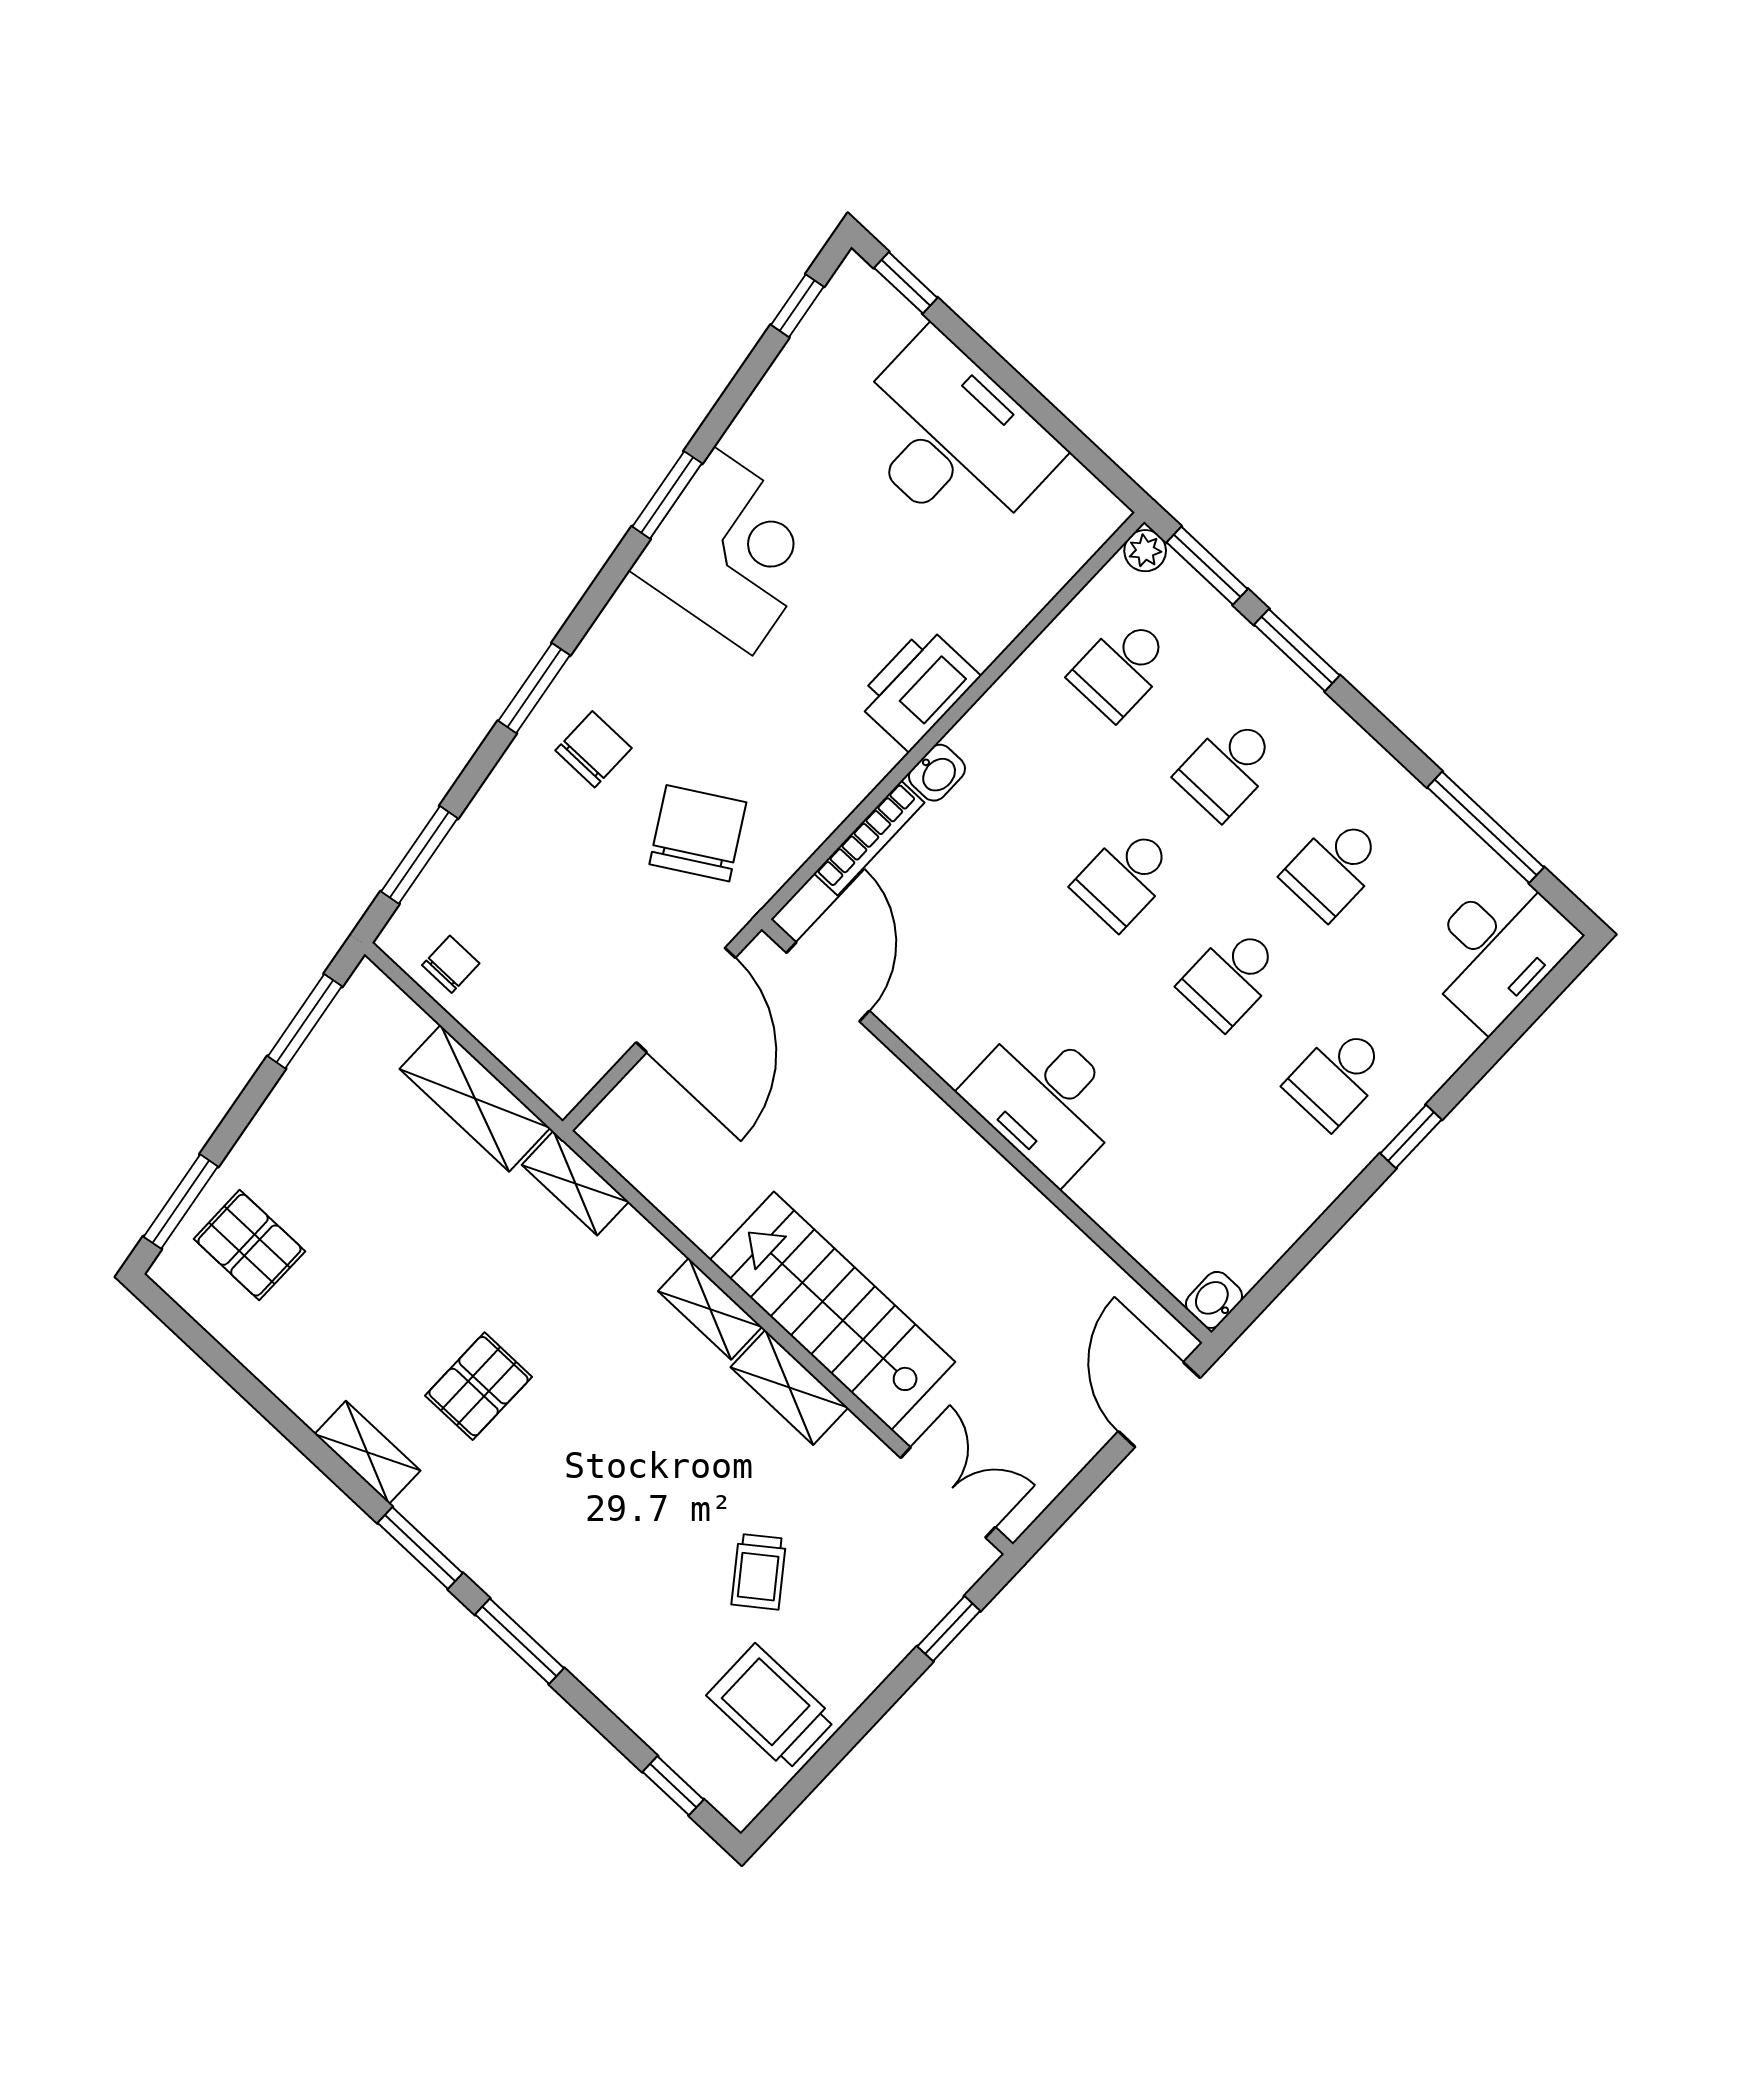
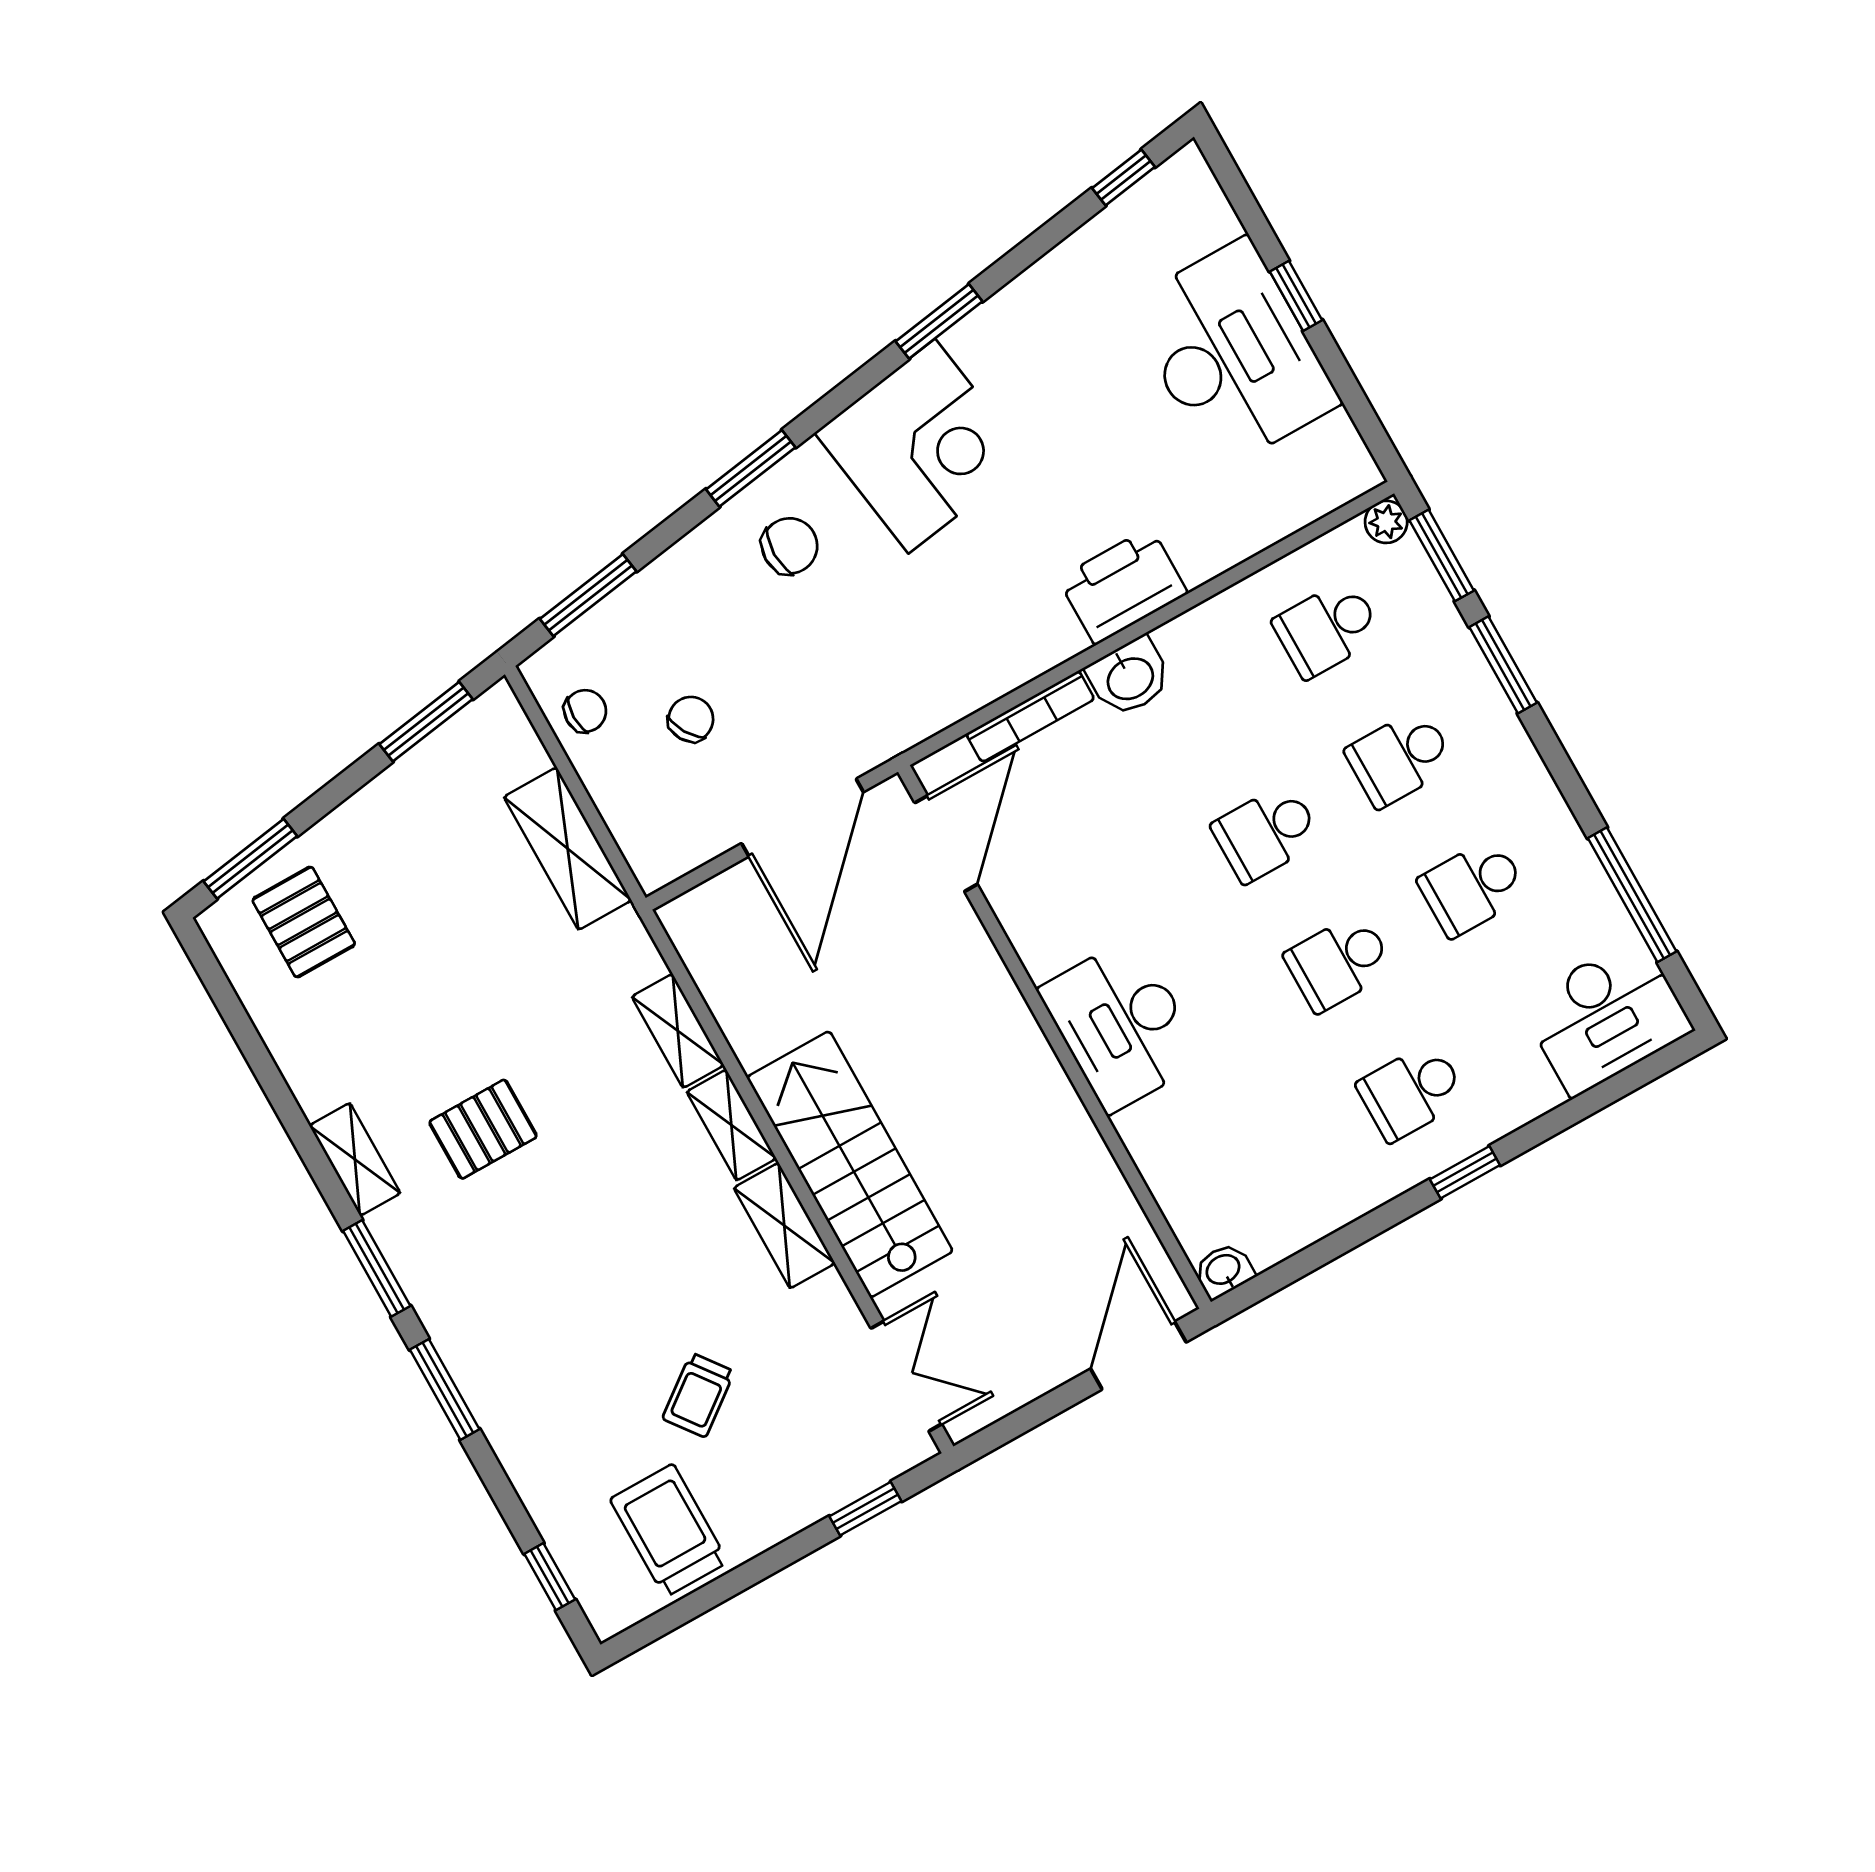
window: (906, 283) -> (1296, 296), moved
corner desk: (733, 551) -> (922, 446), moved
washbasin: (937, 773) -> (1129, 677), width x1.38, depth x1.45
chair: (698, 833) -> (691, 719), moved, width x0.54, depth x0.54
shelving: (575, 1183) -> (678, 1031), moved

